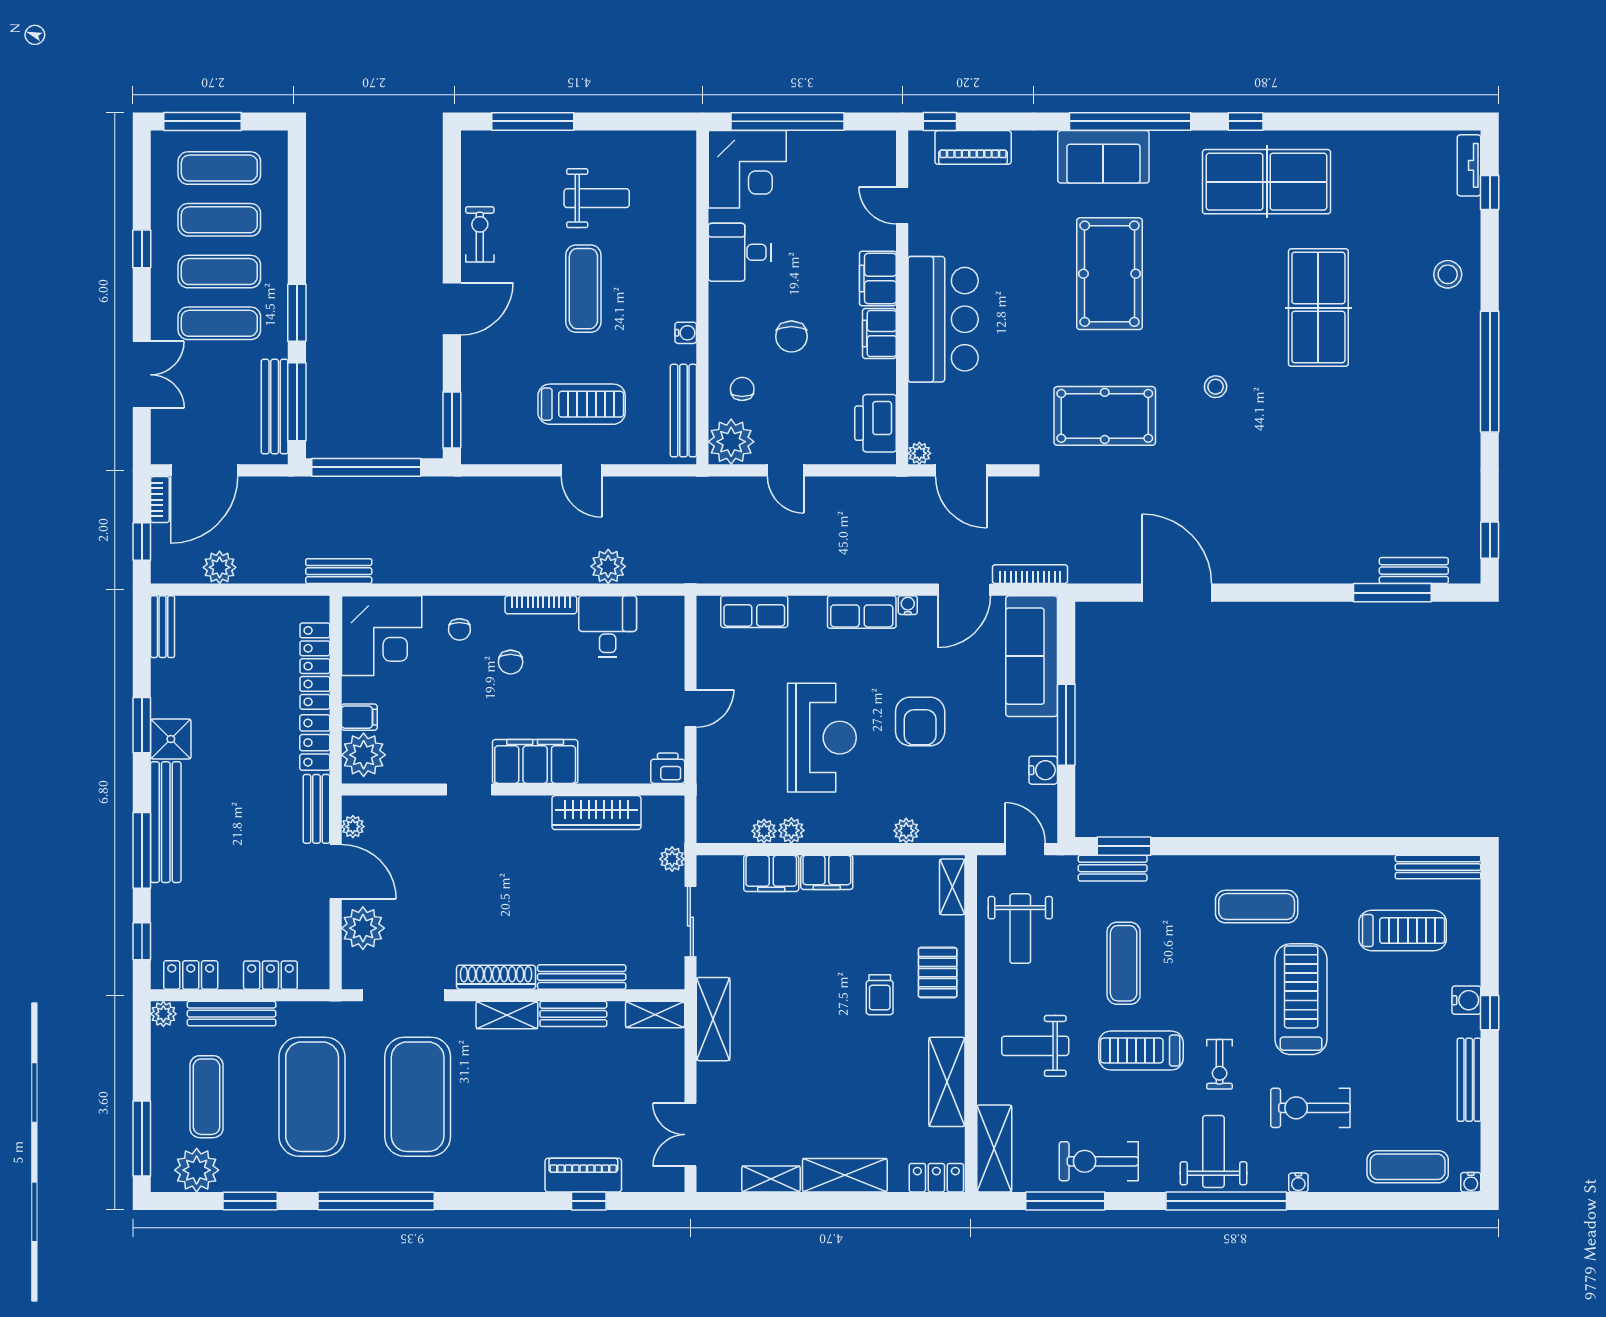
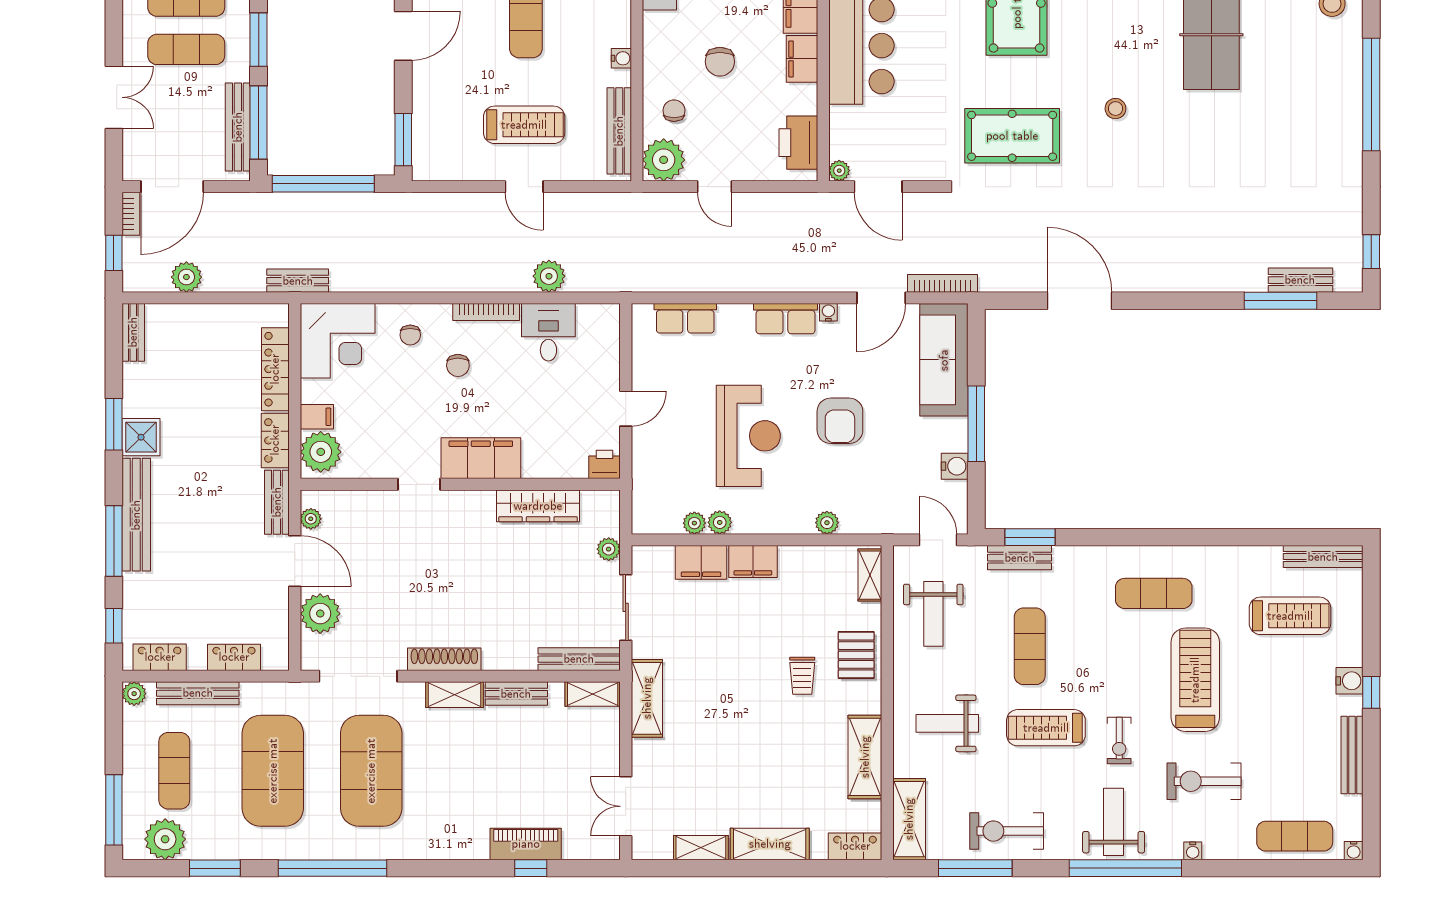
bench: (582, 977) -> (579, 659), moved

